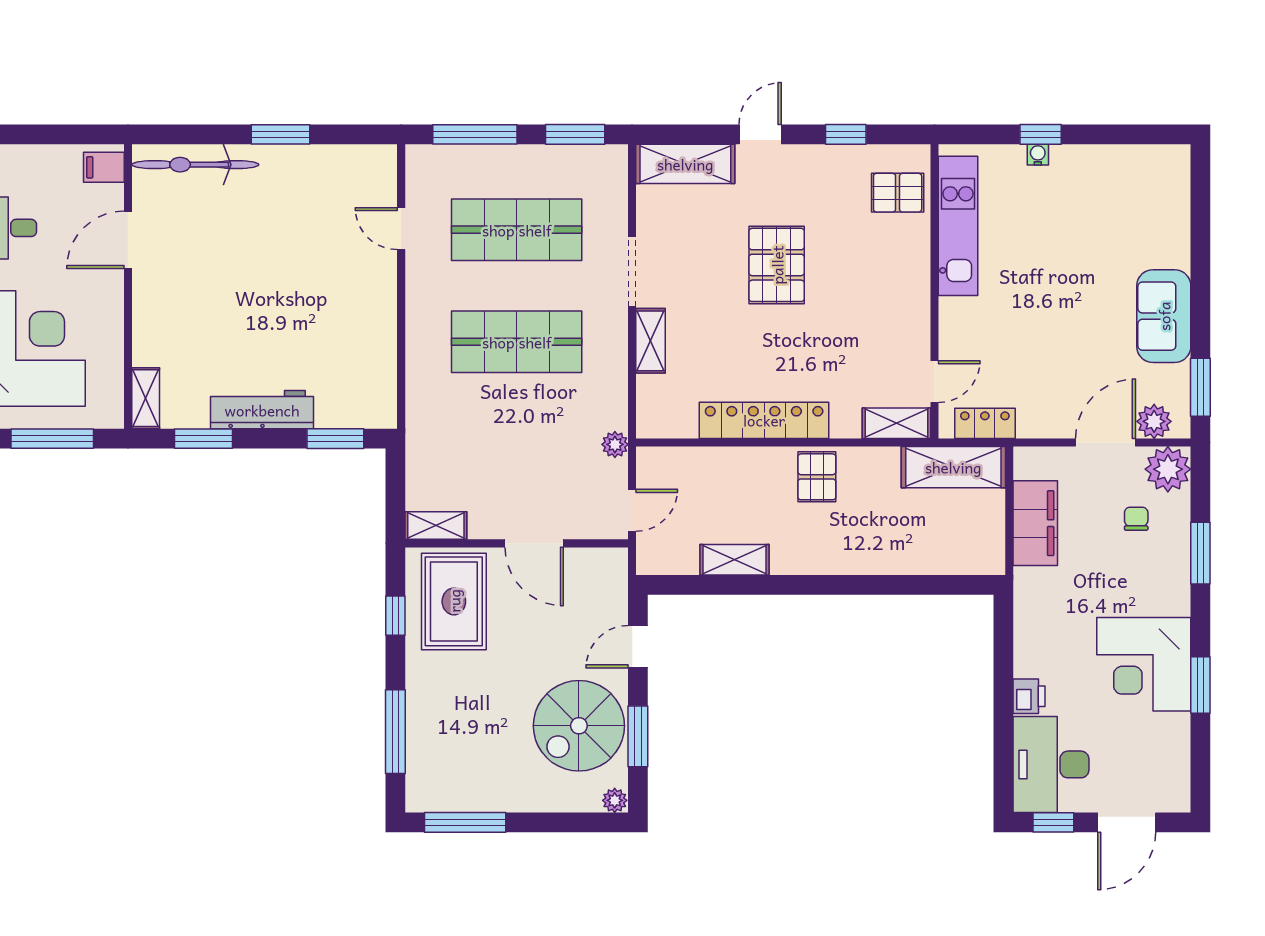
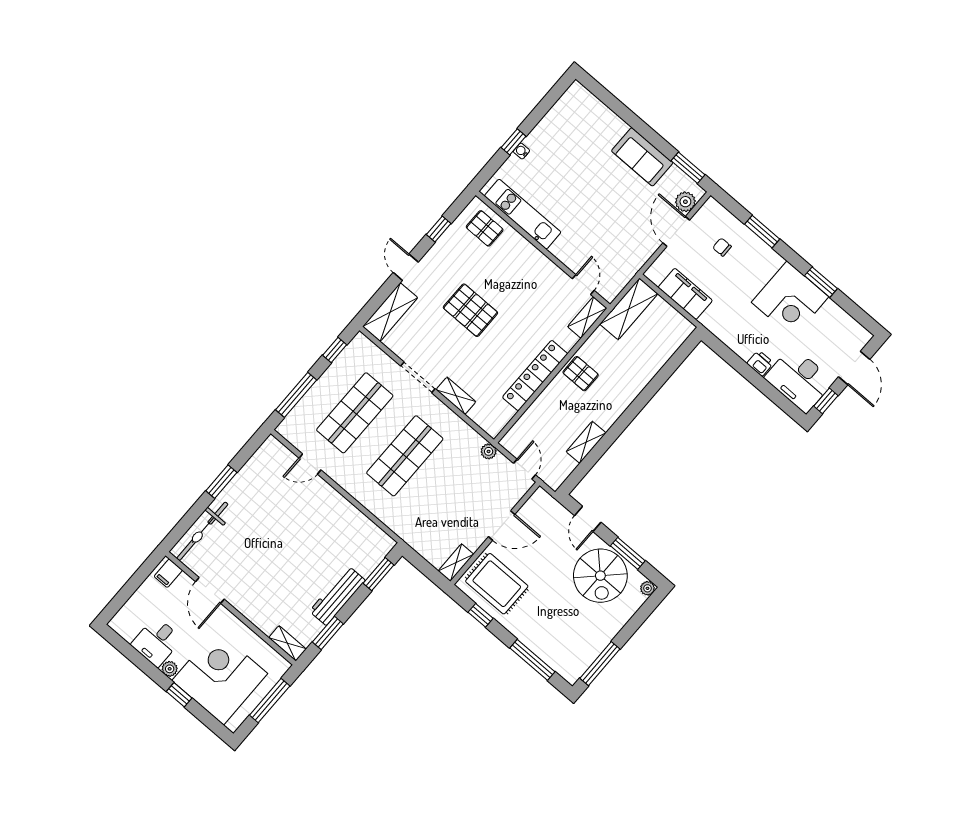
window: (575, 134) -> (335, 350), width x0.67
pallet: (898, 193) -> (485, 228), turned 90
locker: (985, 423) -> (621, 278), removed
plant: (1168, 469) -> (712, 214), removed

